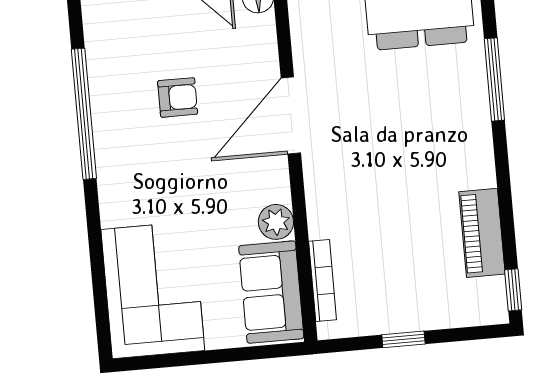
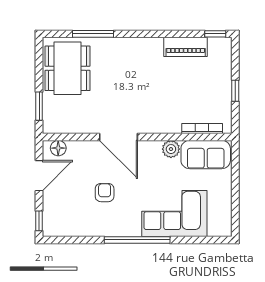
window: (494, 79) -> (93, 34), moved
window: (84, 114) -> (137, 240), moved
corner sofa: (153, 290) -> (174, 213), moved

